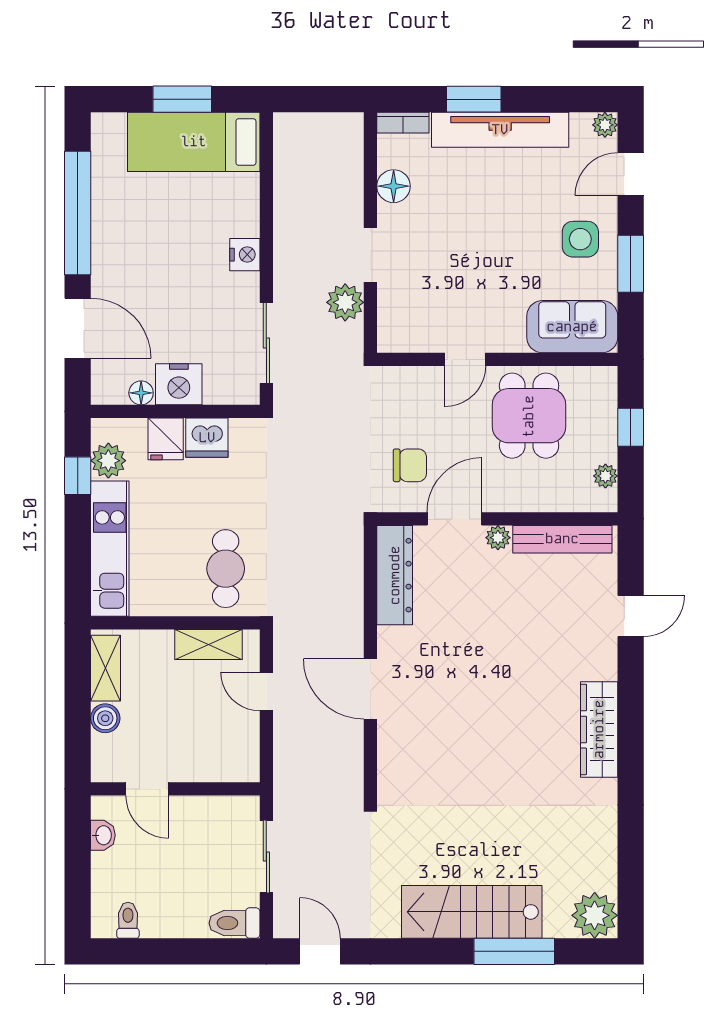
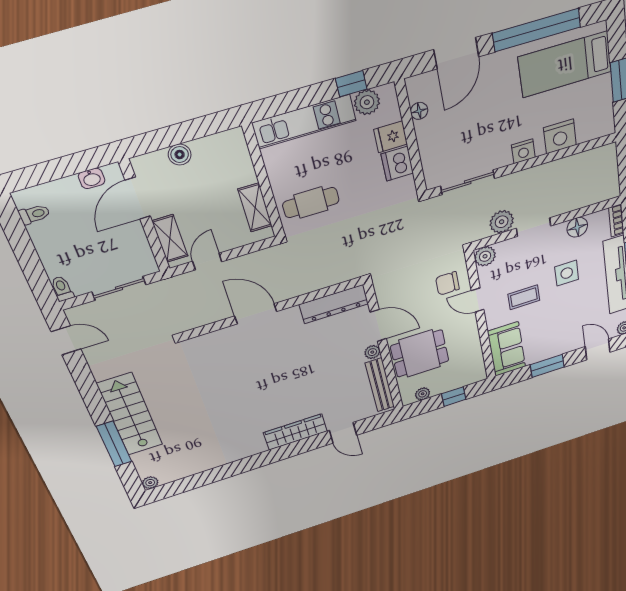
bed: (194, 142) -> (565, 64), moved, turned -90
side table: (580, 239) -> (567, 273), moved
coffee table: (487, 286) -> (524, 297), added
plant: (394, 336) -> (485, 256), added
nightstand: (179, 384) -> (560, 136), moved, turned -90
dining table: (529, 416) -> (420, 354), moved
chair: (410, 465) -> (447, 283), moved, turned 90
shelving: (106, 668) -> (170, 239), moved, turned 90
door: (370, 689) -> (256, 314), hinge flipped
door: (266, 691) -> (207, 261), moved
wardrobe: (599, 729) -> (295, 432), moved
door: (147, 789) -> (138, 198), width x1.38
plant: (595, 915) -> (150, 483), width x0.53, depth x0.53
toilet: (234, 923) -> (62, 289), width x0.73, depth x0.72
door: (320, 951) -> (66, 340), hinge flipped

